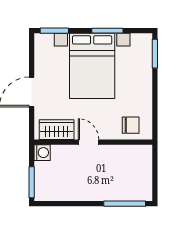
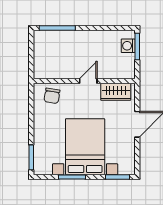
chair: (131, 125) -> (52, 96), turned -81
door: (89, 142) -> (88, 81), swing flipped
washing machine: (42, 153) -> (128, 46), moved

